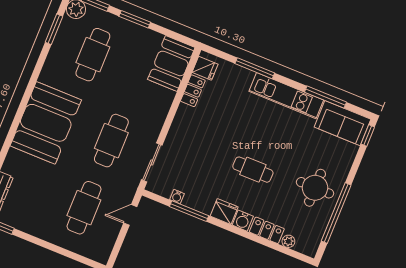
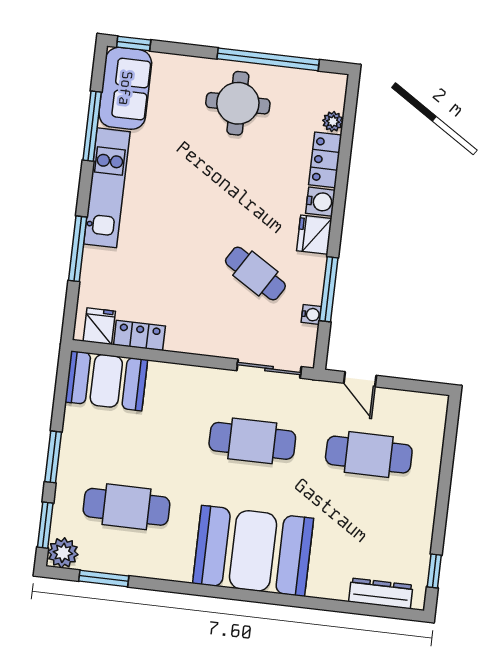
cafe table: (253, 170) -> (255, 274), moved, turned -58

